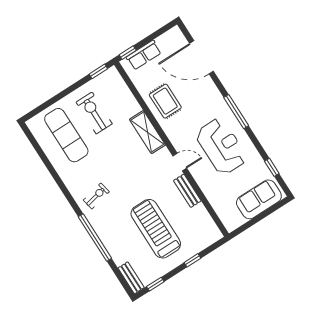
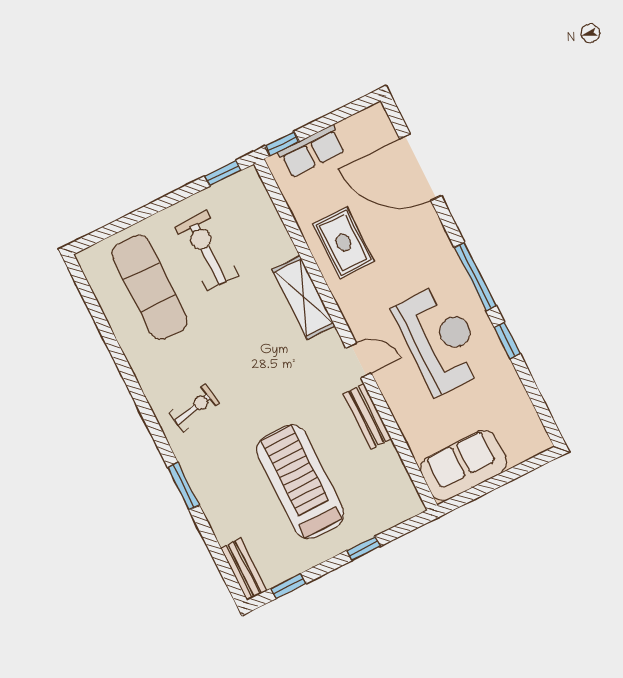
window: (272, 167) -> (507, 341), moved
sofa: (259, 199) -> (464, 465), moved
window: (95, 238) -> (184, 486), width x0.47

